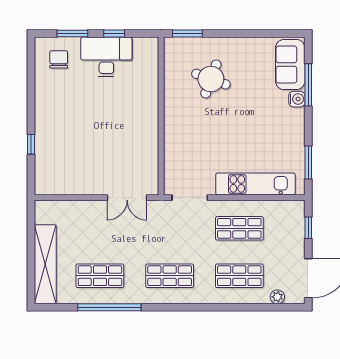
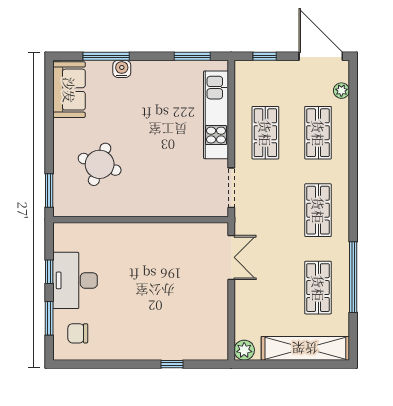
sofa: (290, 65) -> (69, 90), moved, turned -90
plant: (44, 209) -> (244, 350), added

